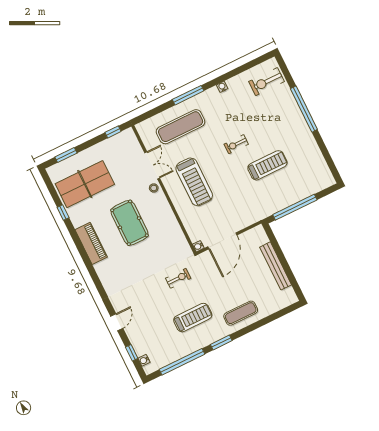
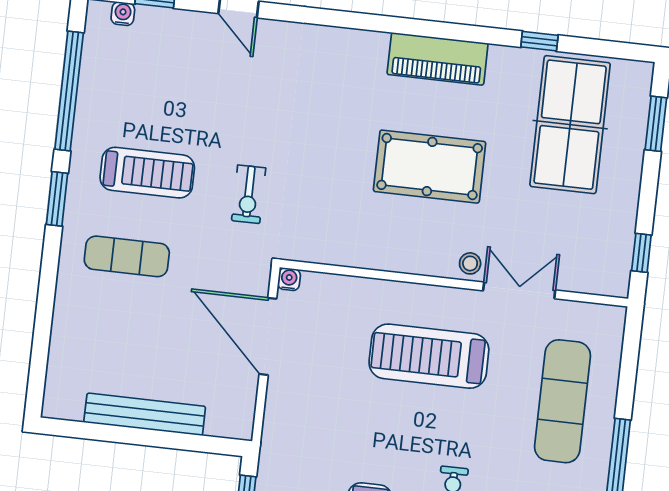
double door: (152, 165) -> (519, 290), swing flipped
exercise mat: (241, 313) -> (127, 256), moved, turned 90
treadmill: (193, 318) -> (147, 173), turned -90

